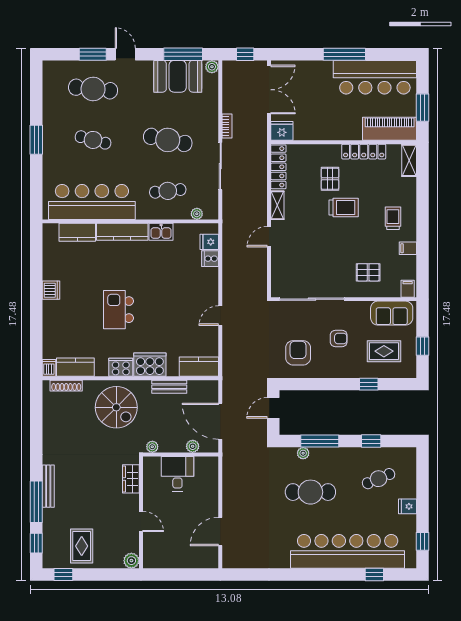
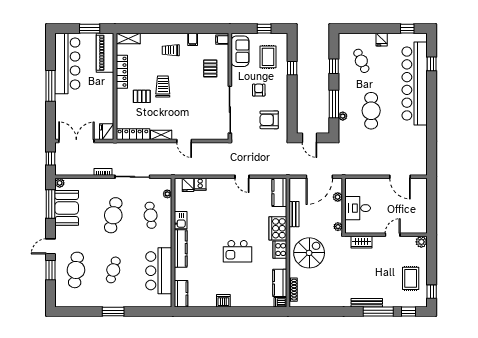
bar counter: (92, 202) -> (159, 271), width x0.73
kitchen counter: (77, 232) -> (181, 294), moved
rug: (82, 546) -> (411, 278), turned 90

